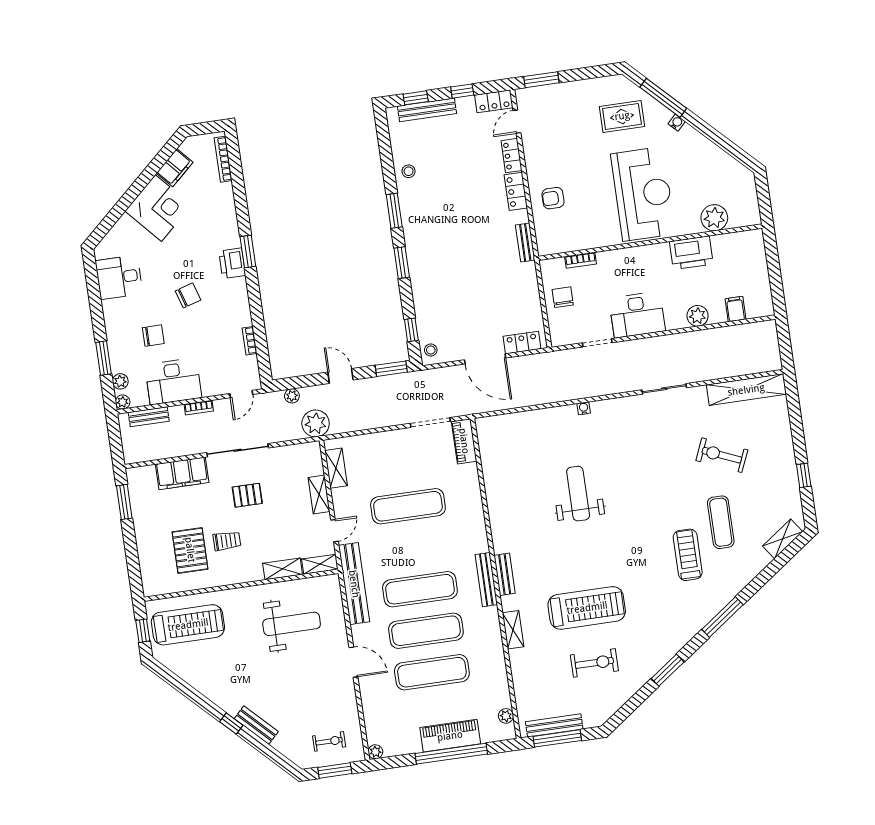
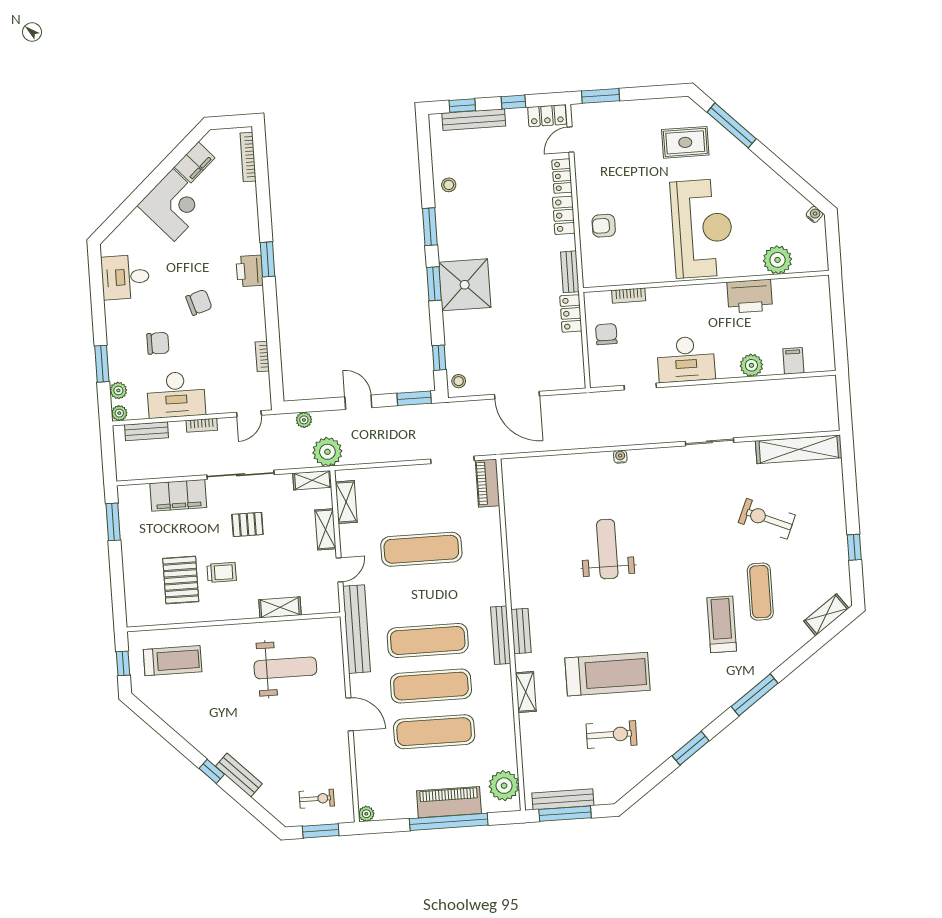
water cooler: (677, 123) -> (814, 214), moved
shower: (430, 261) -> (465, 285), added
locker: (522, 343) -> (571, 313), moved, turned -90
shelving: (320, 564) -> (312, 480), moved
treadmill: (188, 625) -> (173, 661), width x0.73, depth x0.73
plant: (506, 716) -> (504, 786), width x1.88, depth x1.88

